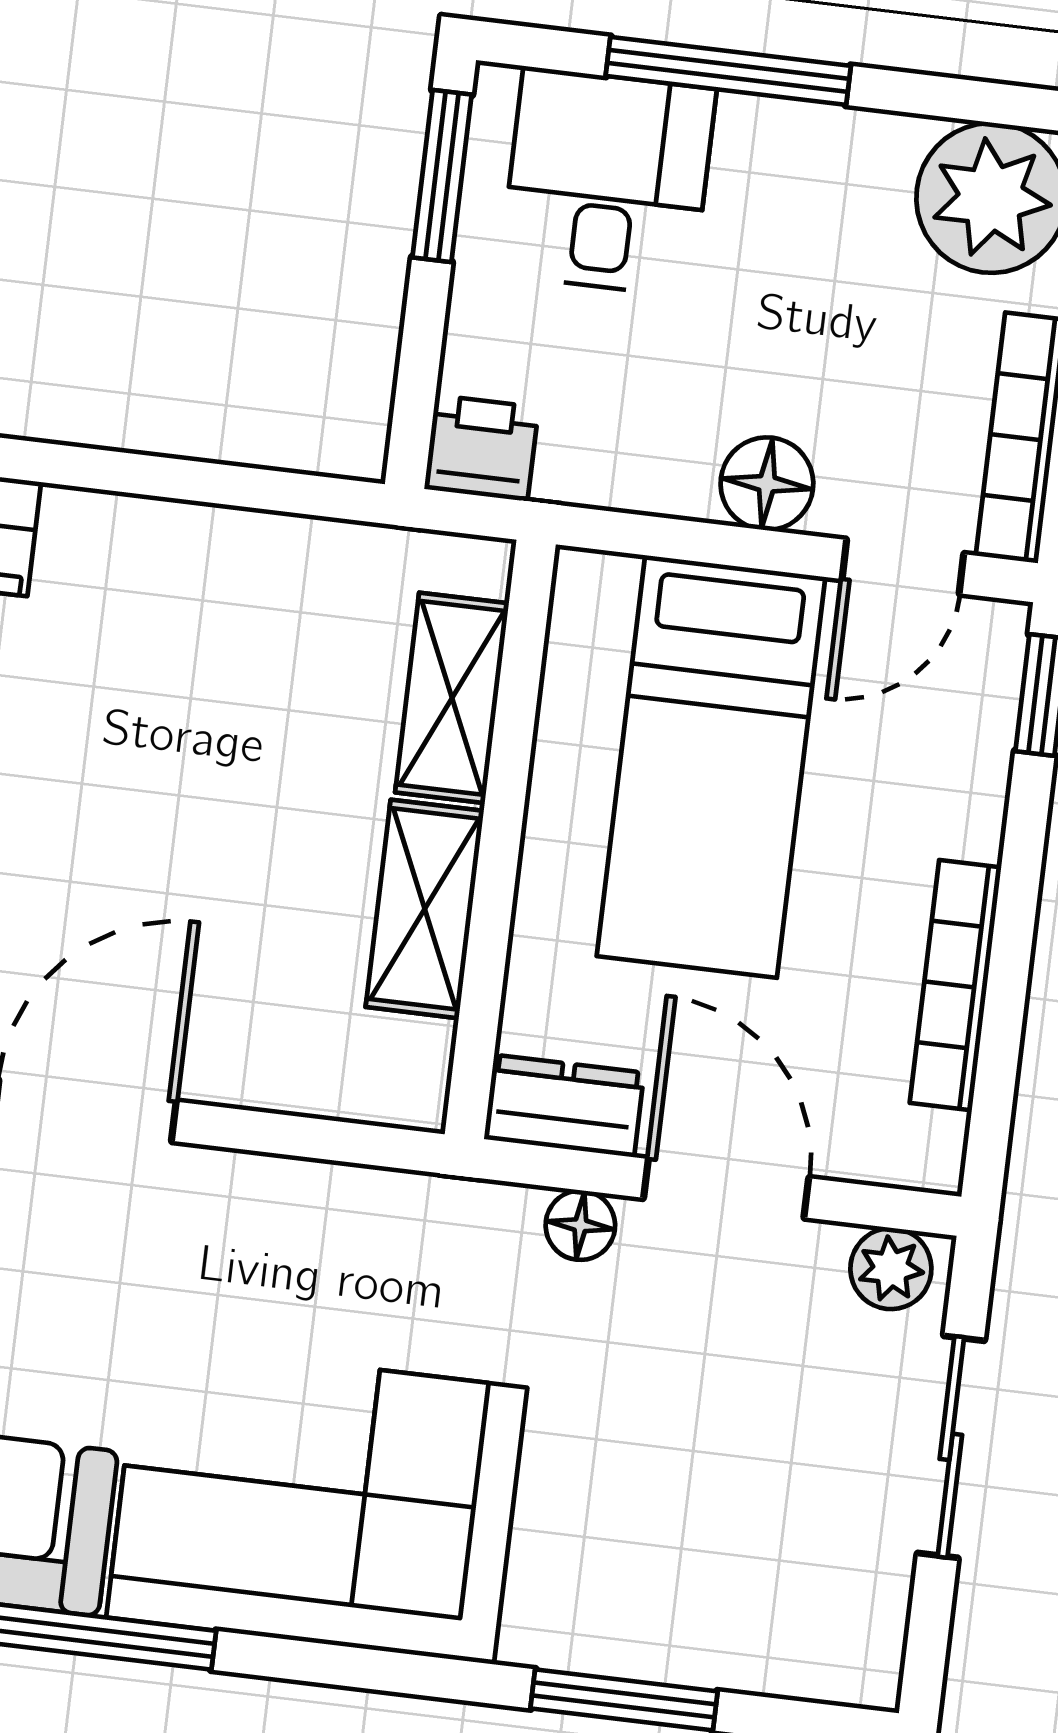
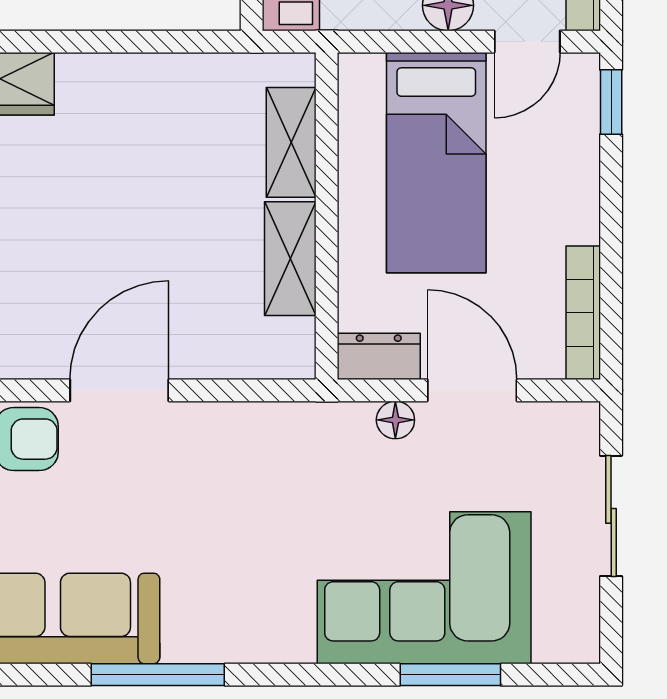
bookcase: (955, 985) -> (583, 313), moved
plant: (891, 1269) -> (567, 423), removed
corner sofa: (317, 1503) -> (424, 588), moved

